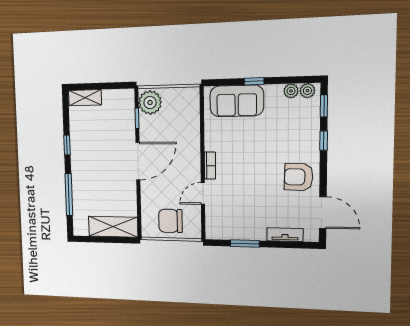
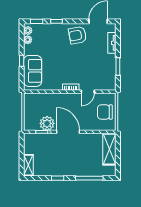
plant: (150, 103) -> (47, 123), moved
armchair: (299, 177) -> (77, 35), turned 77
door: (203, 193) -> (88, 92), hinge flipped
chair: (170, 221) -> (105, 112), turned 90

